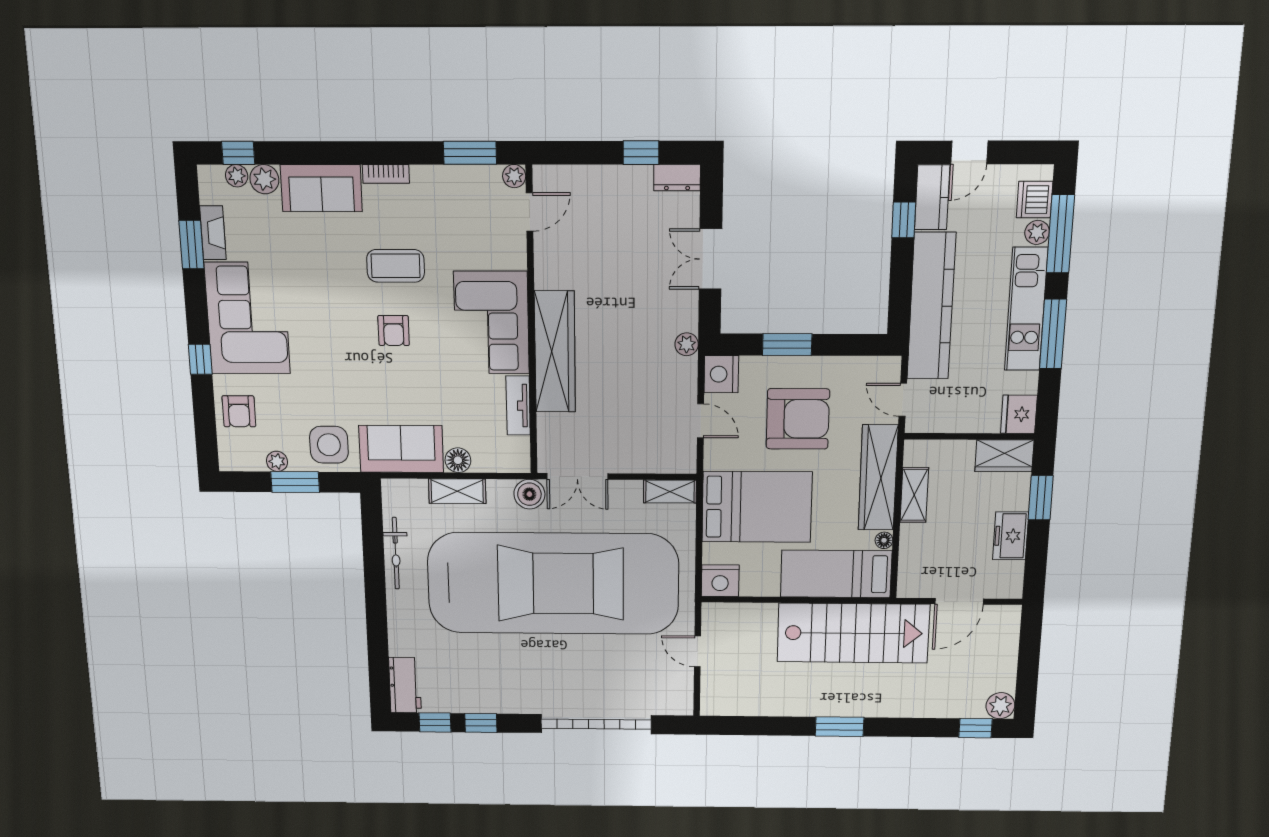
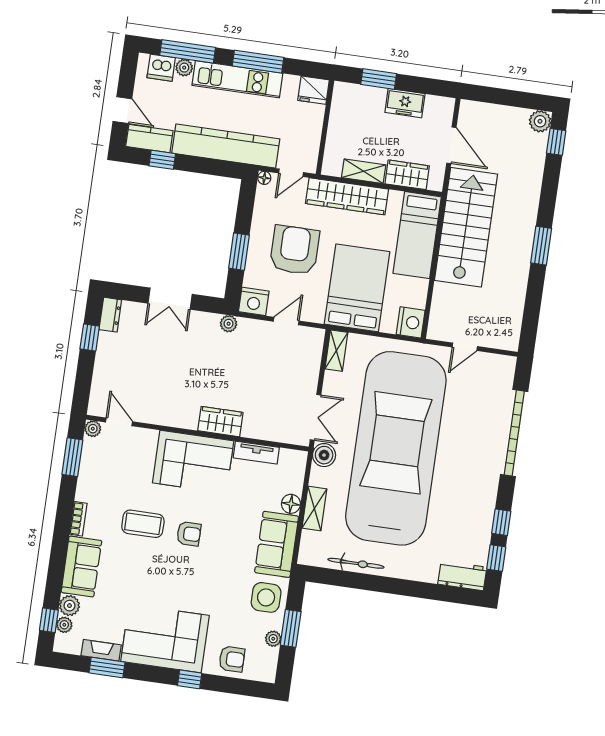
coffee table: (396, 266) -> (143, 524), turned 90
wardrobe: (555, 352) -> (220, 422), width x0.48, depth x0.85
wardrobe: (1004, 456) -> (407, 175), moved, turned -90
floor lamp: (884, 540) -> (264, 178), moved

